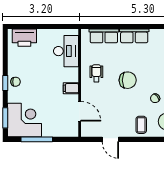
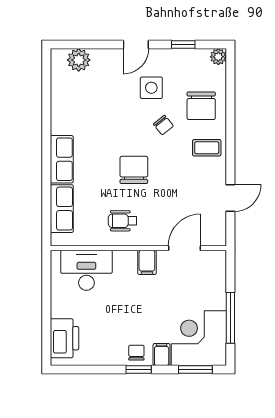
filing cabinet: (14, 97) -> (162, 354), added

